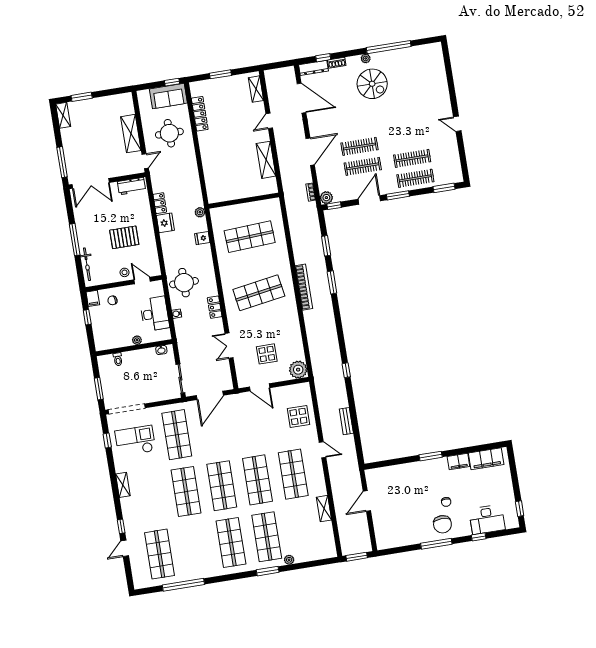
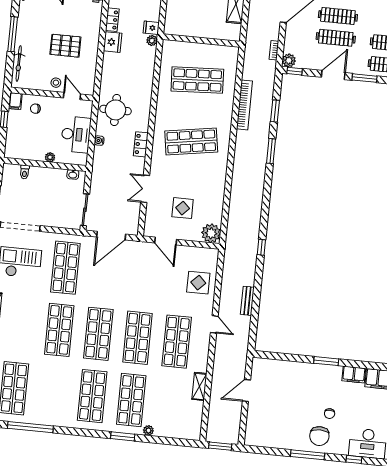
fridge: (202, 238) -> (151, 28), moved
bookcase: (304, 287) -> (244, 105), moved

